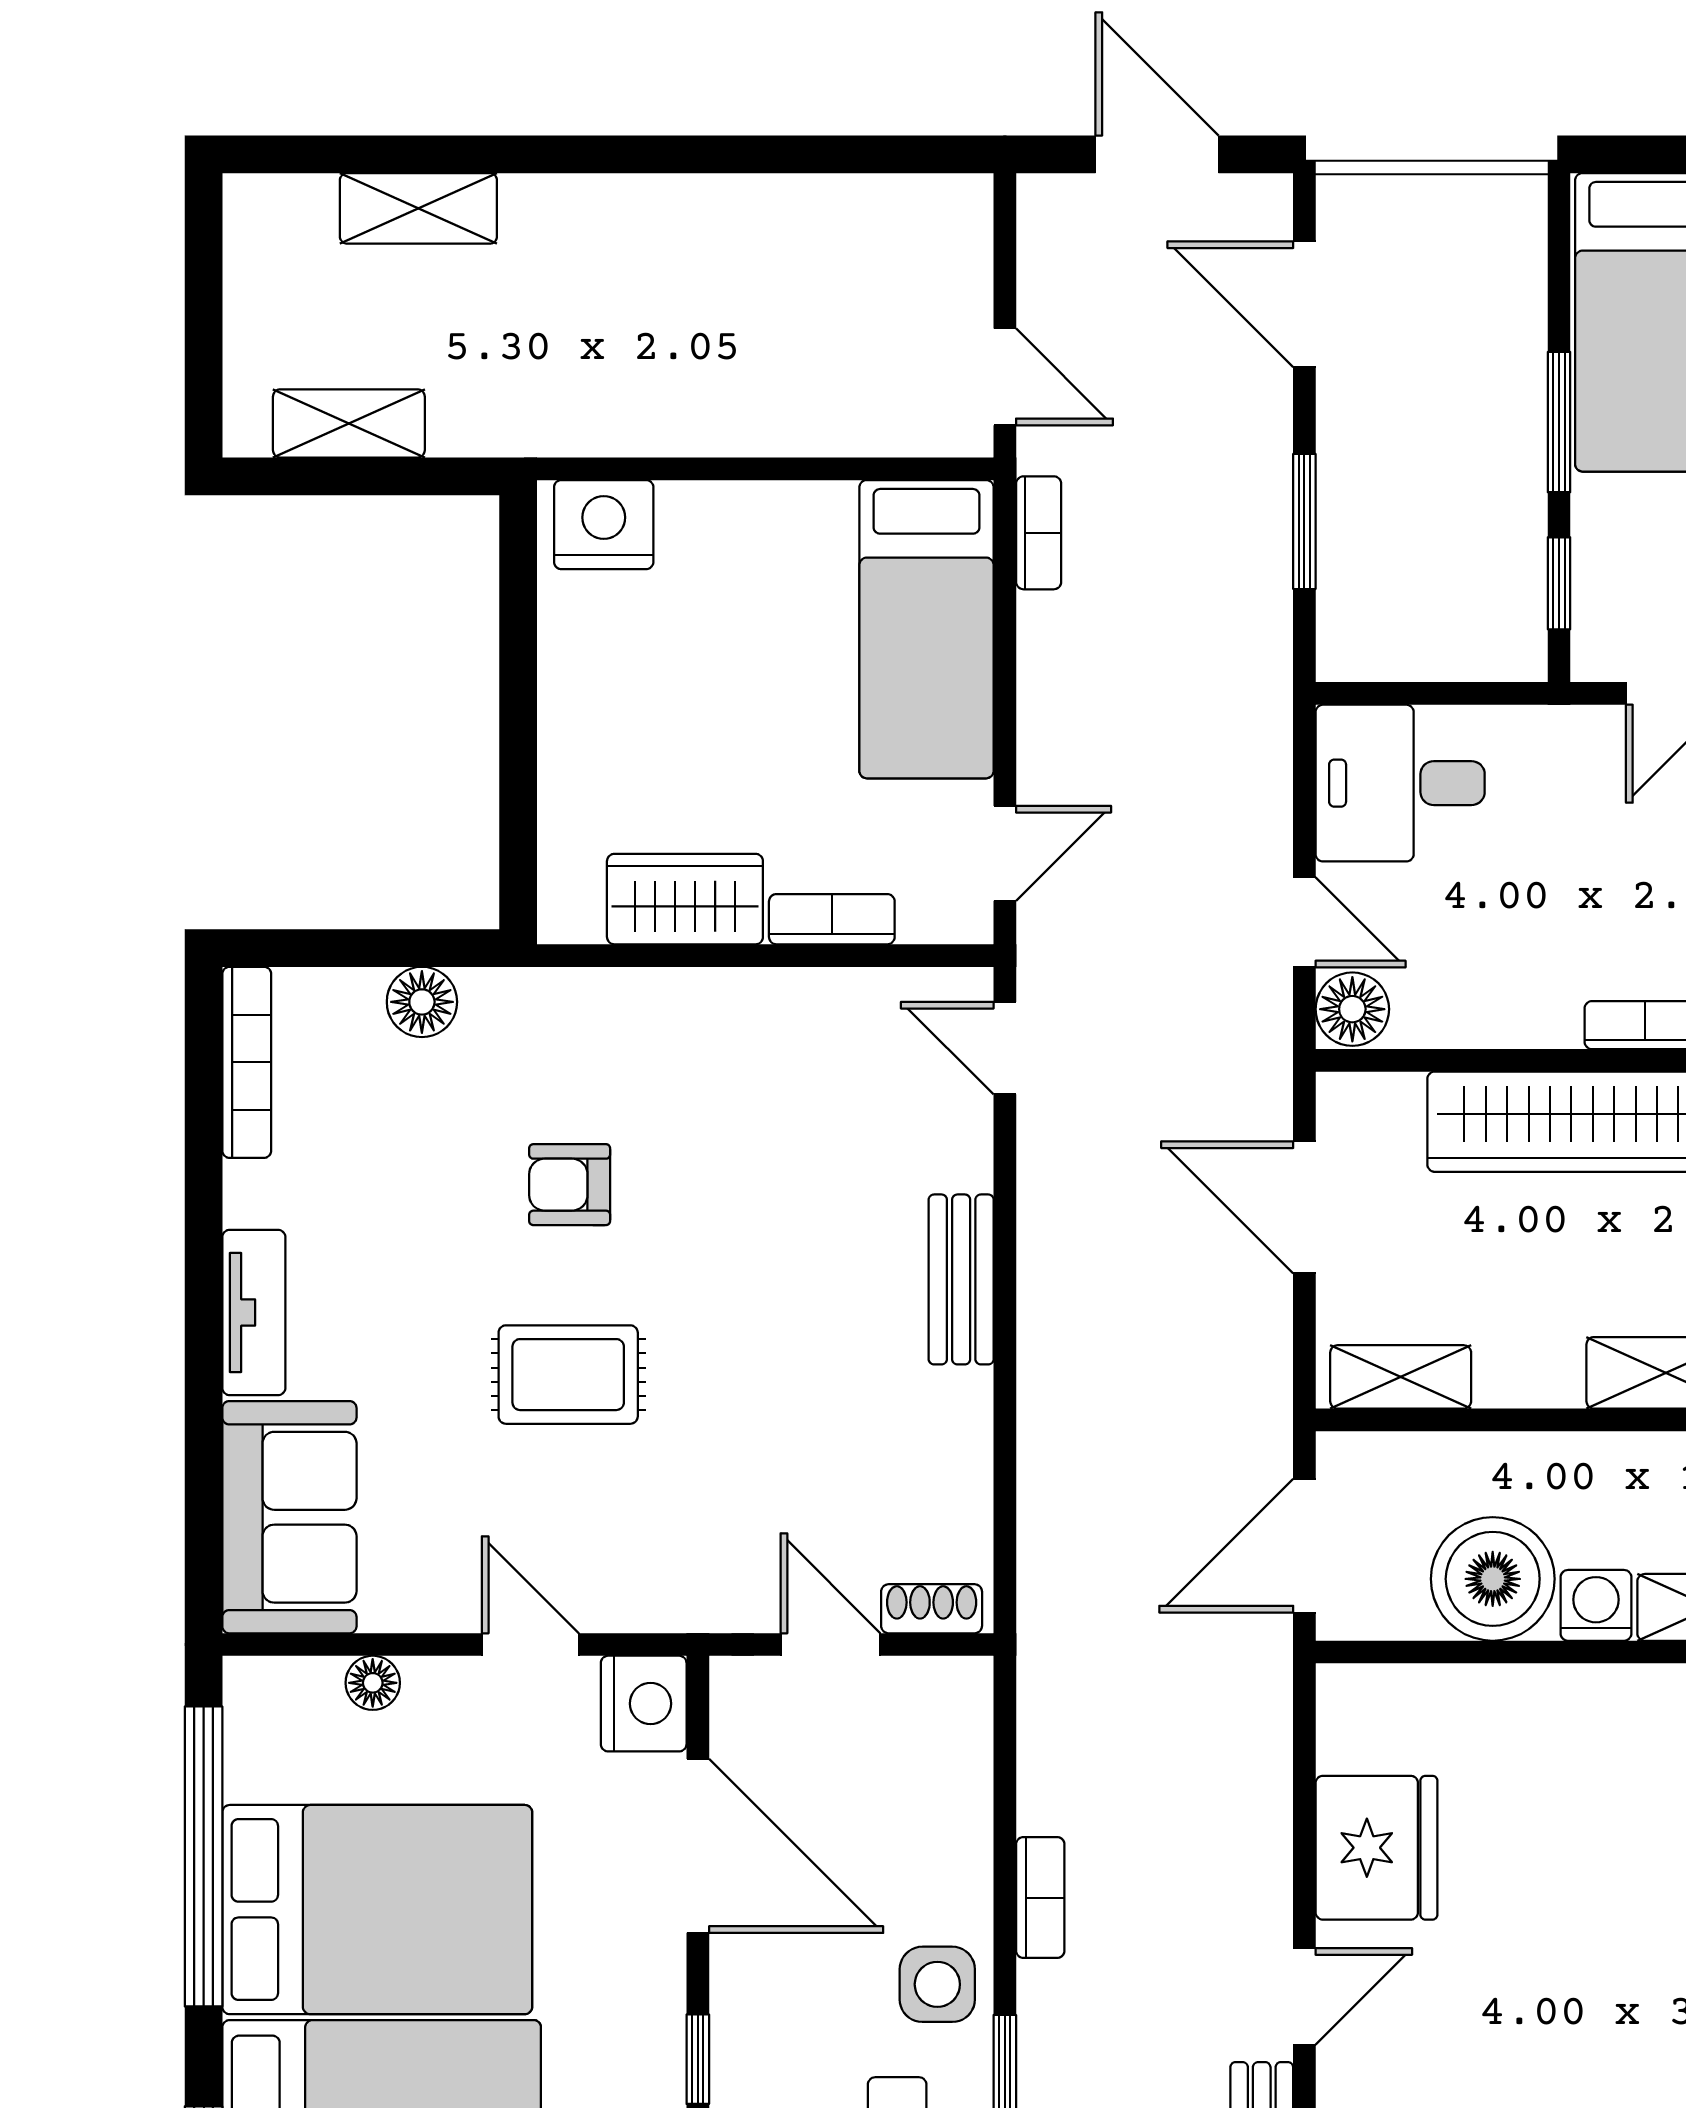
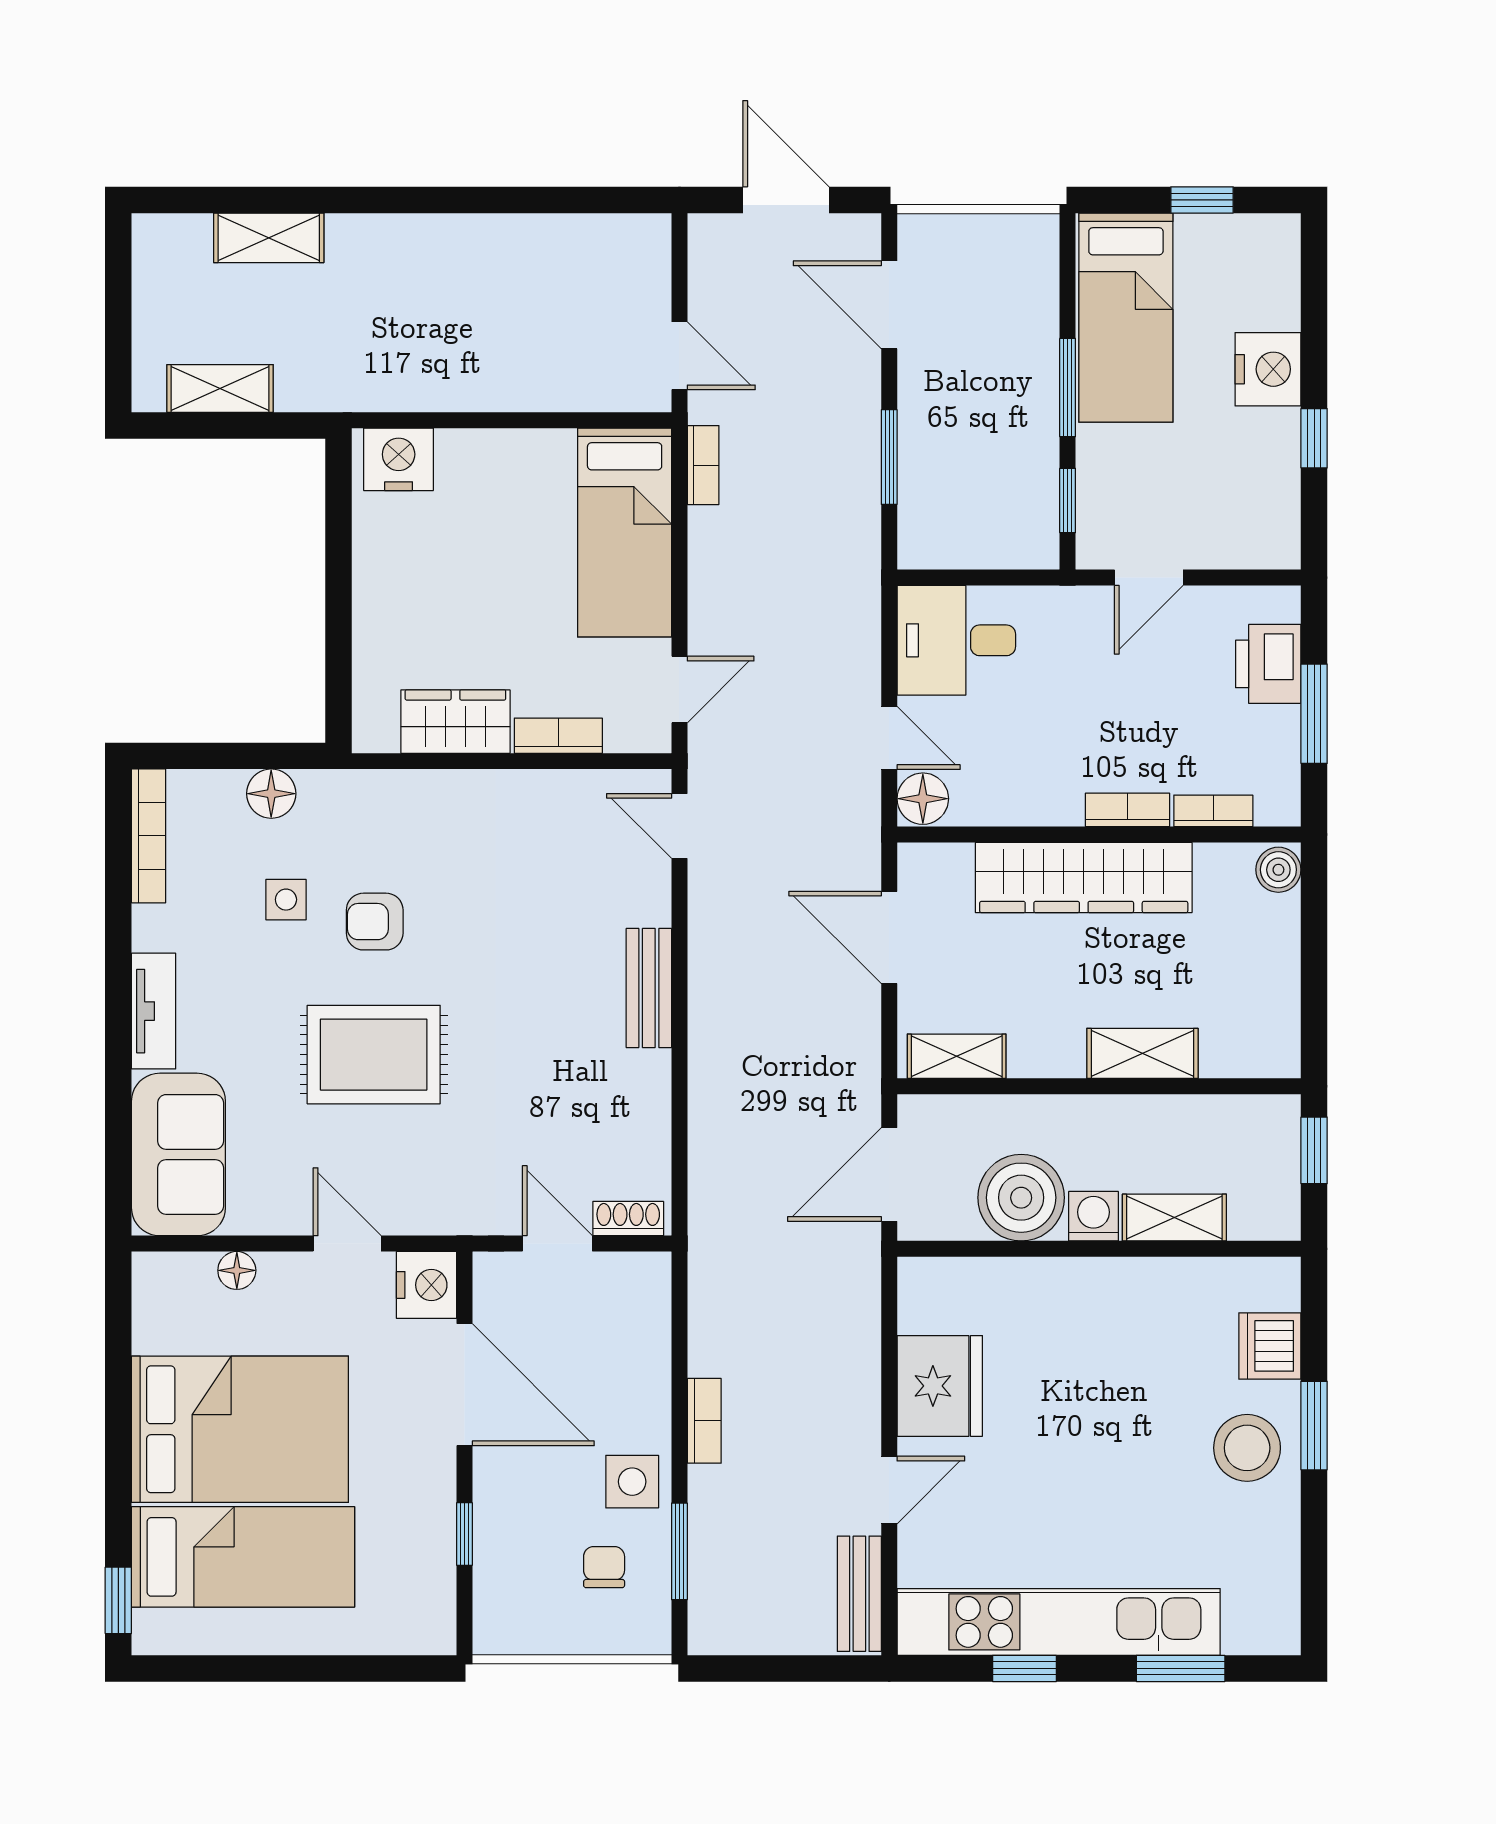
side table: (443, 1153) -> (286, 900), added
rug: (568, 1375) -> (374, 1055), width x1.36, depth x1.43
window: (204, 1856) -> (118, 1392), removed

